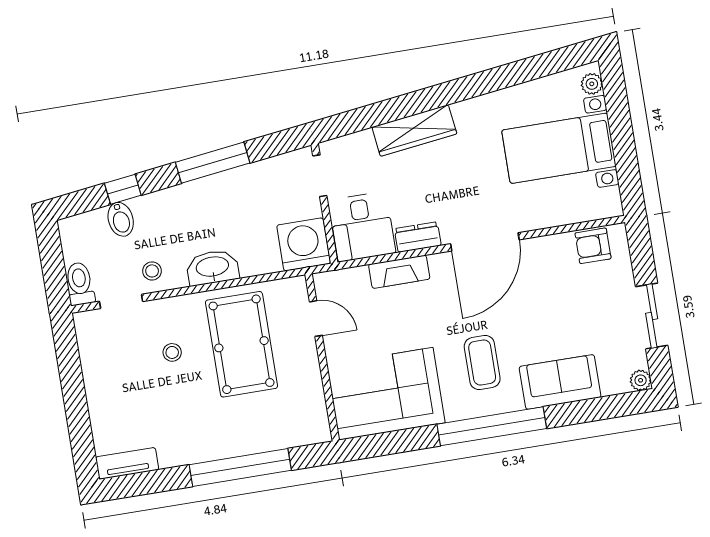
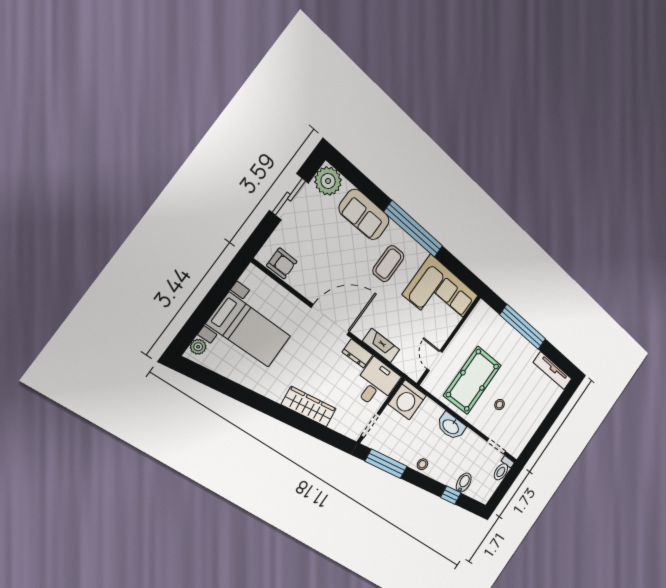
window: (213, 163) -> (386, 464), moved
stool: (152, 271) -> (422, 464), moved
plant: (641, 380) -> (328, 181), width x1.88, depth x1.88
tv unit: (127, 463) -> (552, 371), width x1.41

